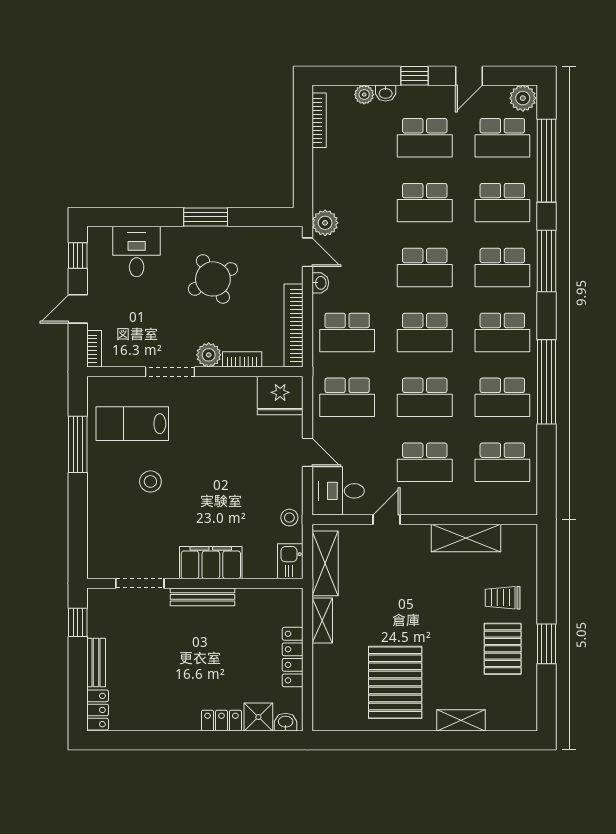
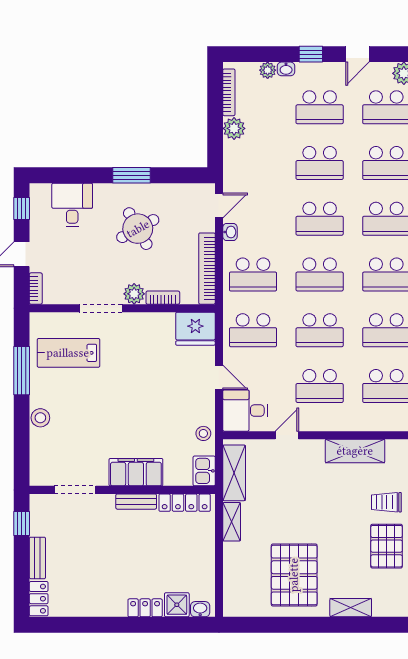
plant: (325, 223) -> (234, 128), moved
door: (308, 252) -> (219, 206), hinge flipped
stool: (150, 481) -> (40, 418), moved
bench: (202, 597) -> (136, 502), width x0.73
locker: (293, 657) -> (185, 503), moved, turned -90

